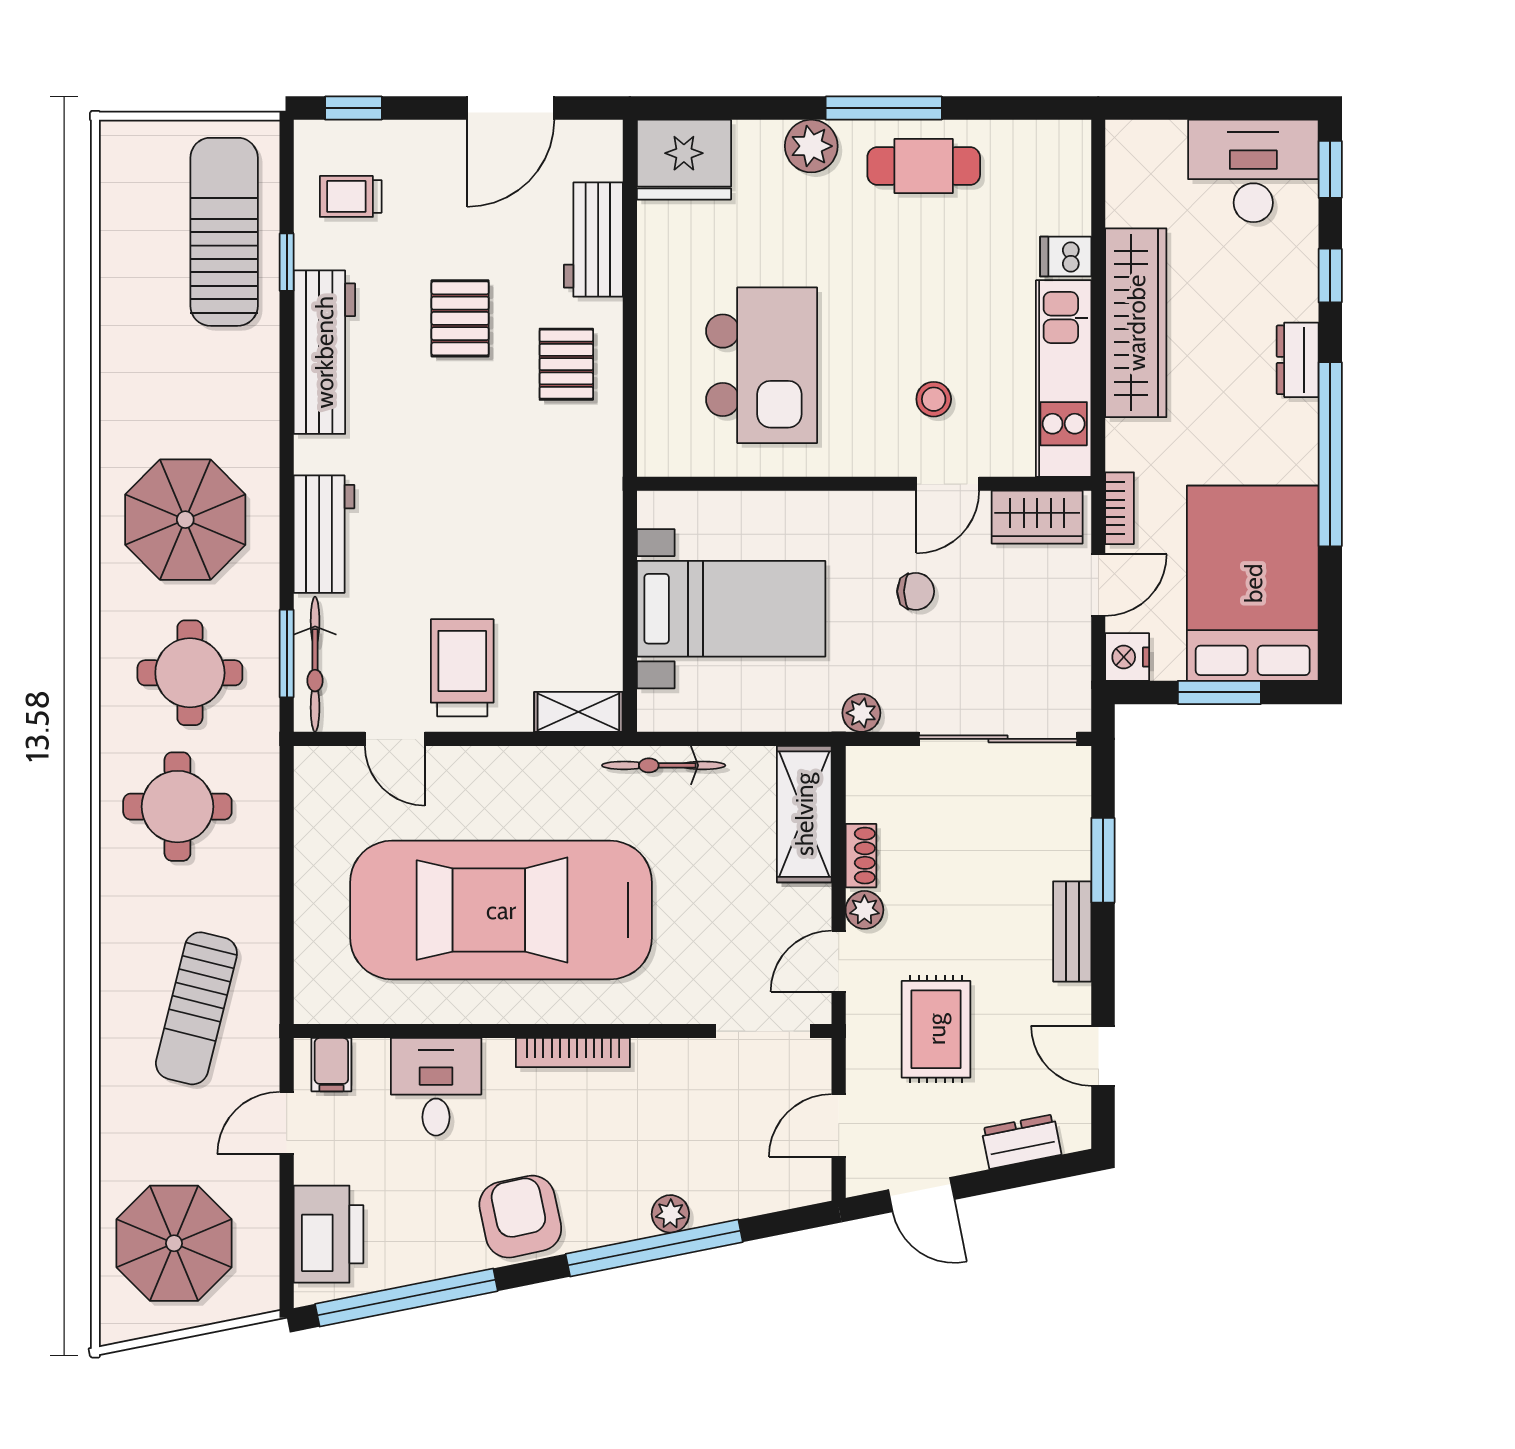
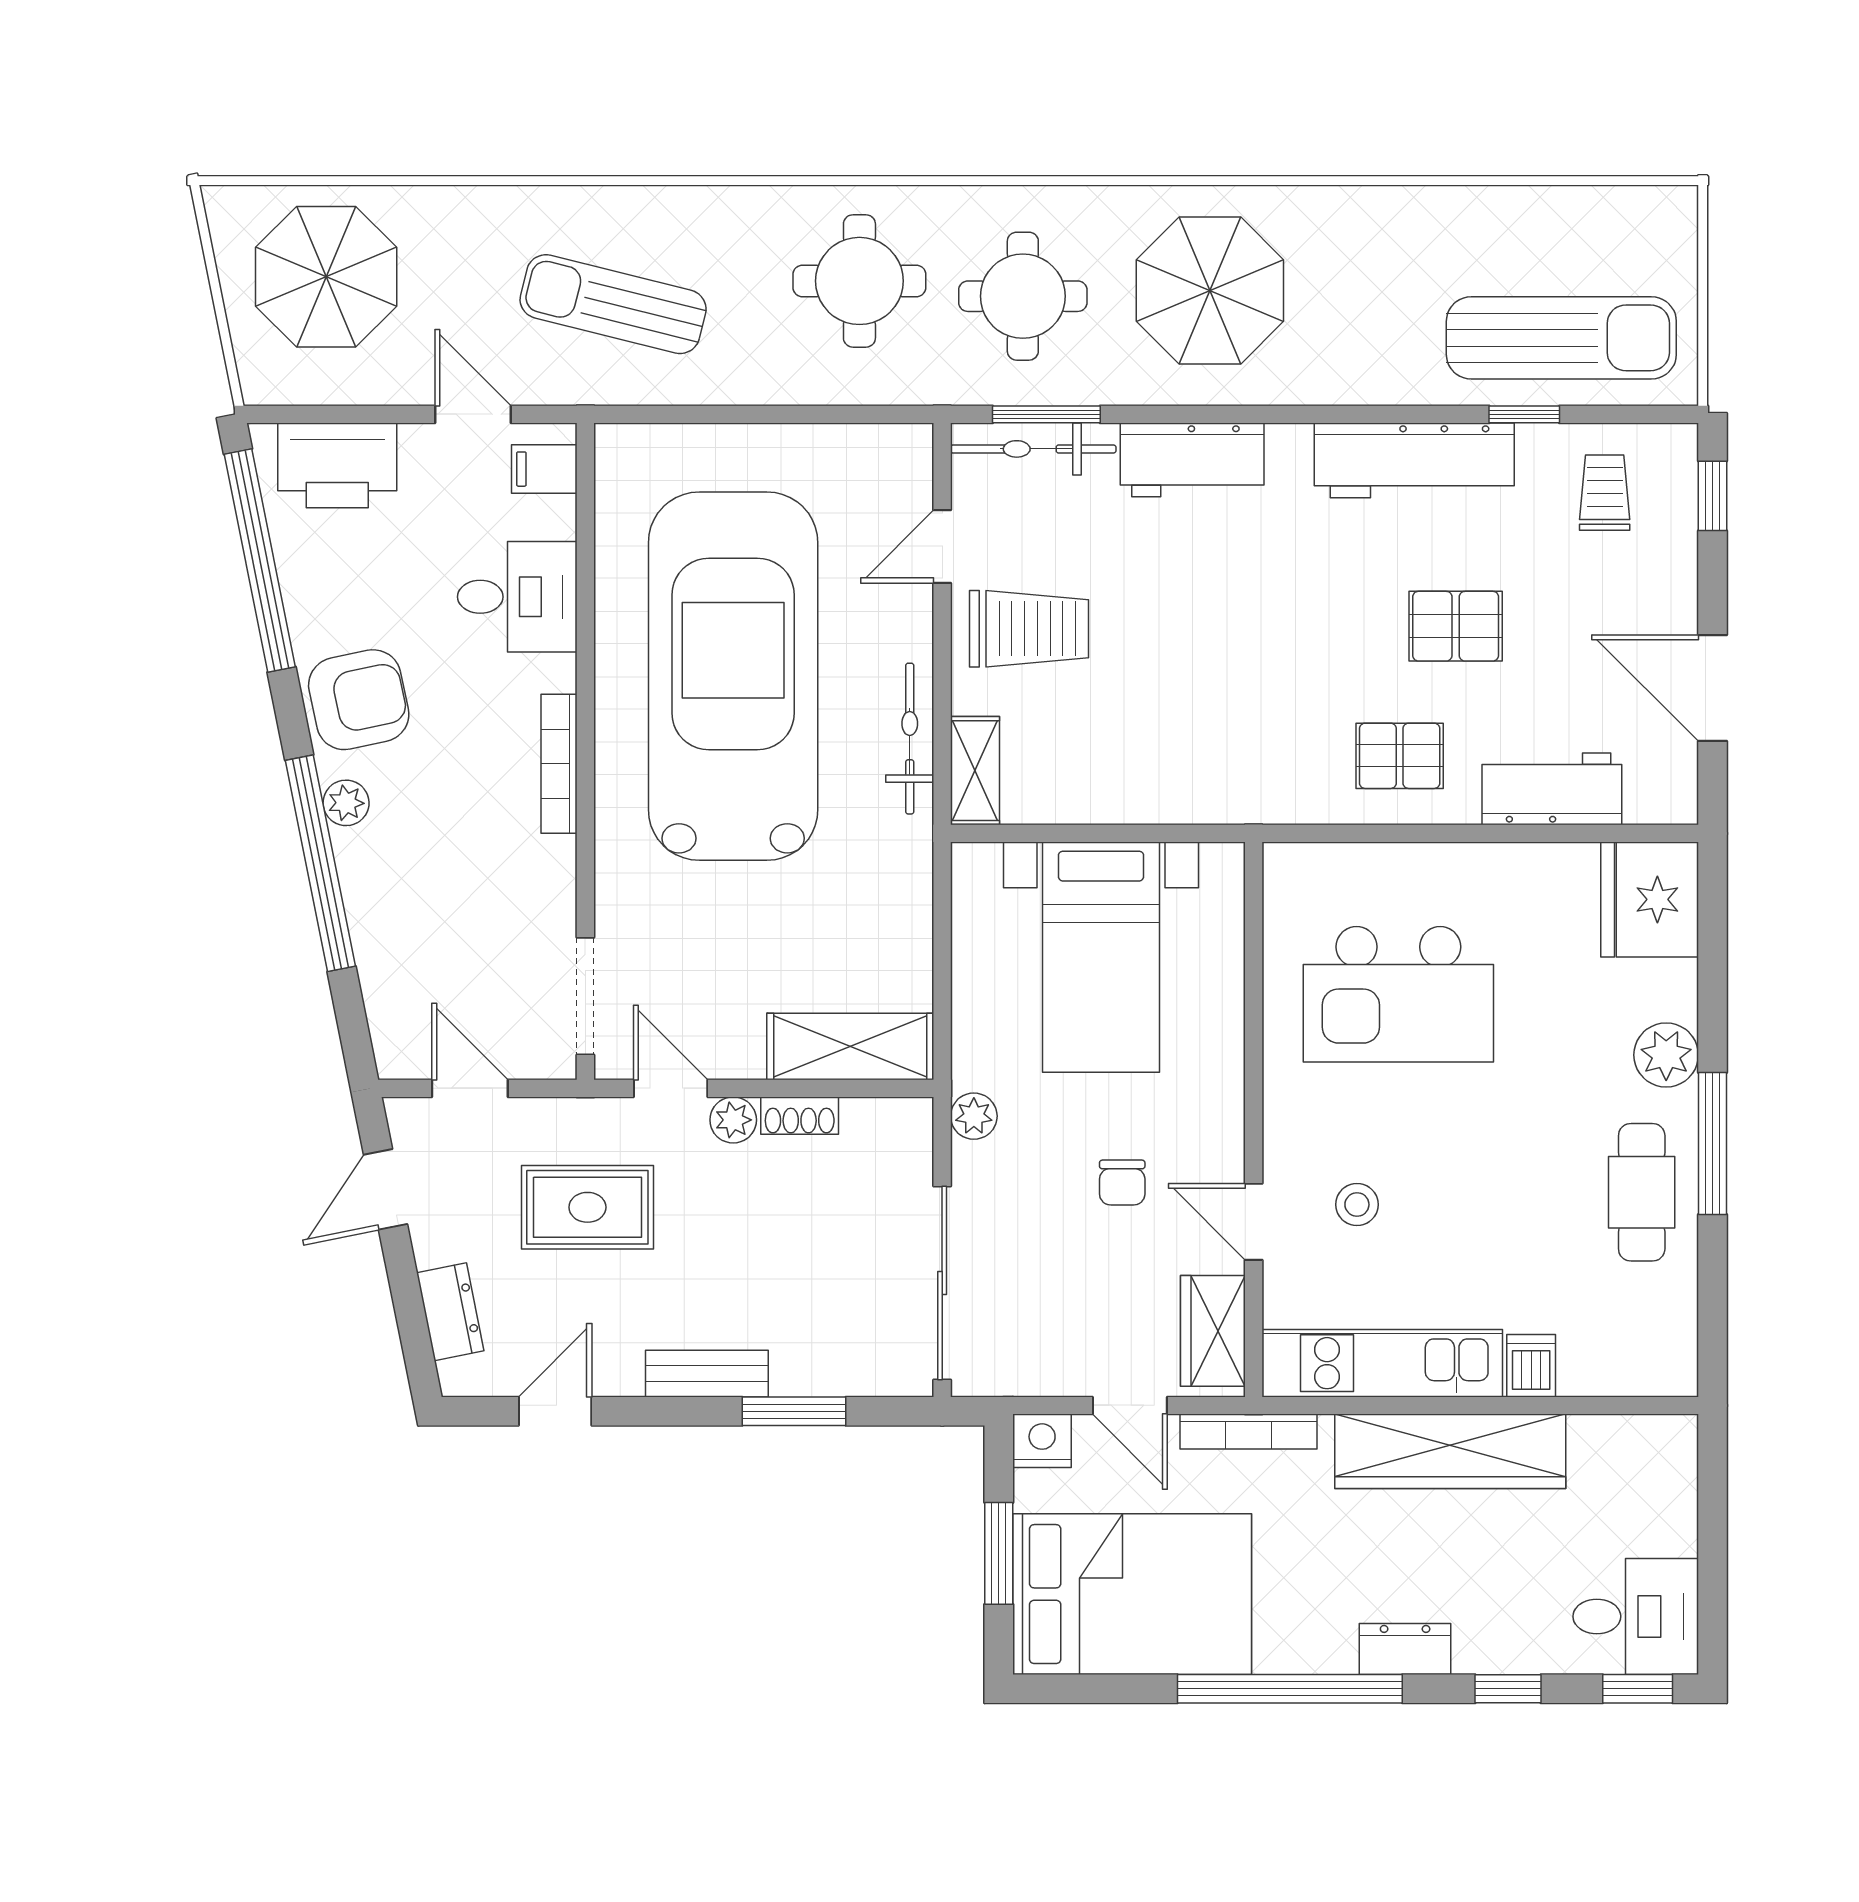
desk: (1253, 171) -> (1636, 1616), width x0.73
bookcase: (1120, 508) -> (1248, 1432), width x1.56
bicycle: (664, 765) -> (910, 739), moved
plant: (670, 1214) -> (346, 803), moved

